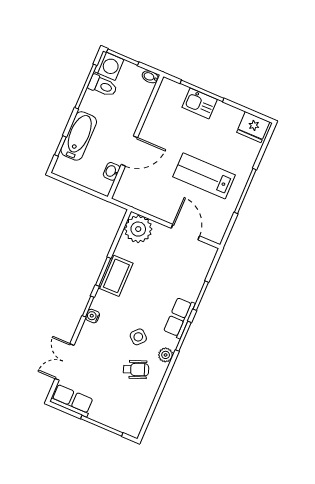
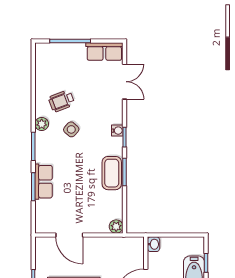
washbasin: (112, 171) -> (154, 244), moved
plant: (138, 229) -> (116, 227), width x0.53, depth x0.53
row of seats: (179, 318) -> (44, 182), moved

